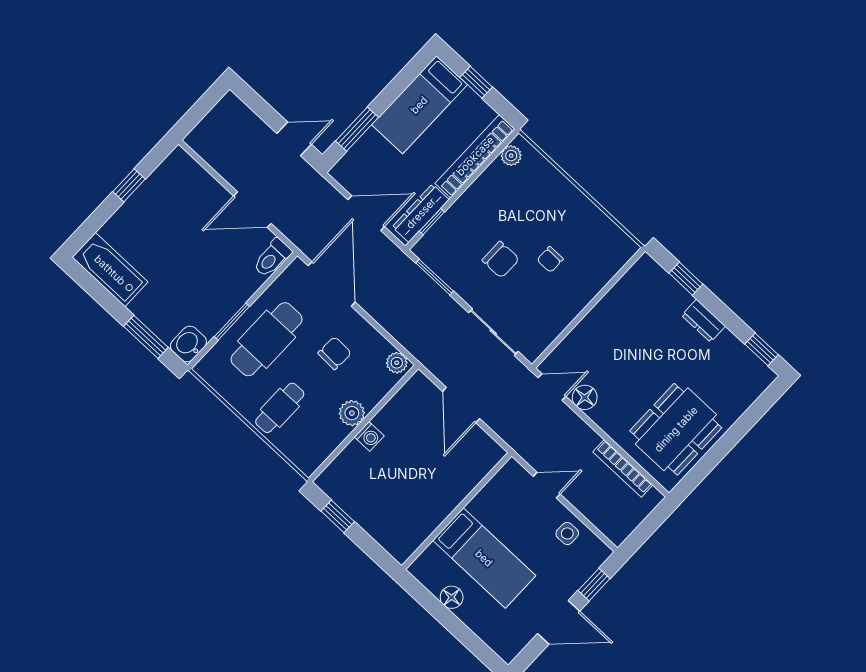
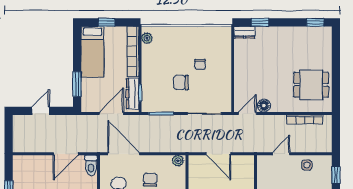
door: (294, 139) -> (41, 111), moved
chair: (501, 260) -> (181, 83), turned 180
dresser: (703, 321) -> (245, 32), moved
dining table: (676, 429) -> (311, 85), width x0.73

